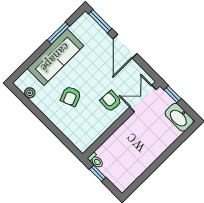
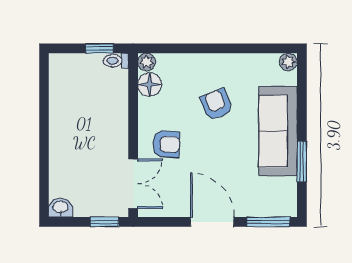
plant: (30, 93) -> (288, 62), moved
washbasin: (179, 117) -> (60, 208), width x0.52, depth x0.69
floor lamp: (91, 135) -> (150, 85), added
plant: (83, 146) -> (147, 62), added

